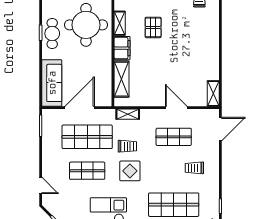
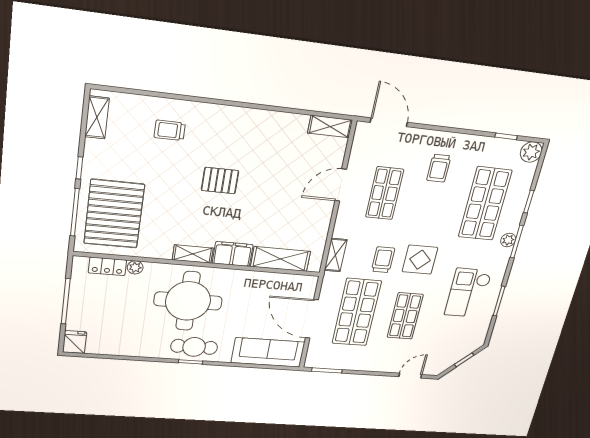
pallet: (153, 27) -> (220, 181), moved

